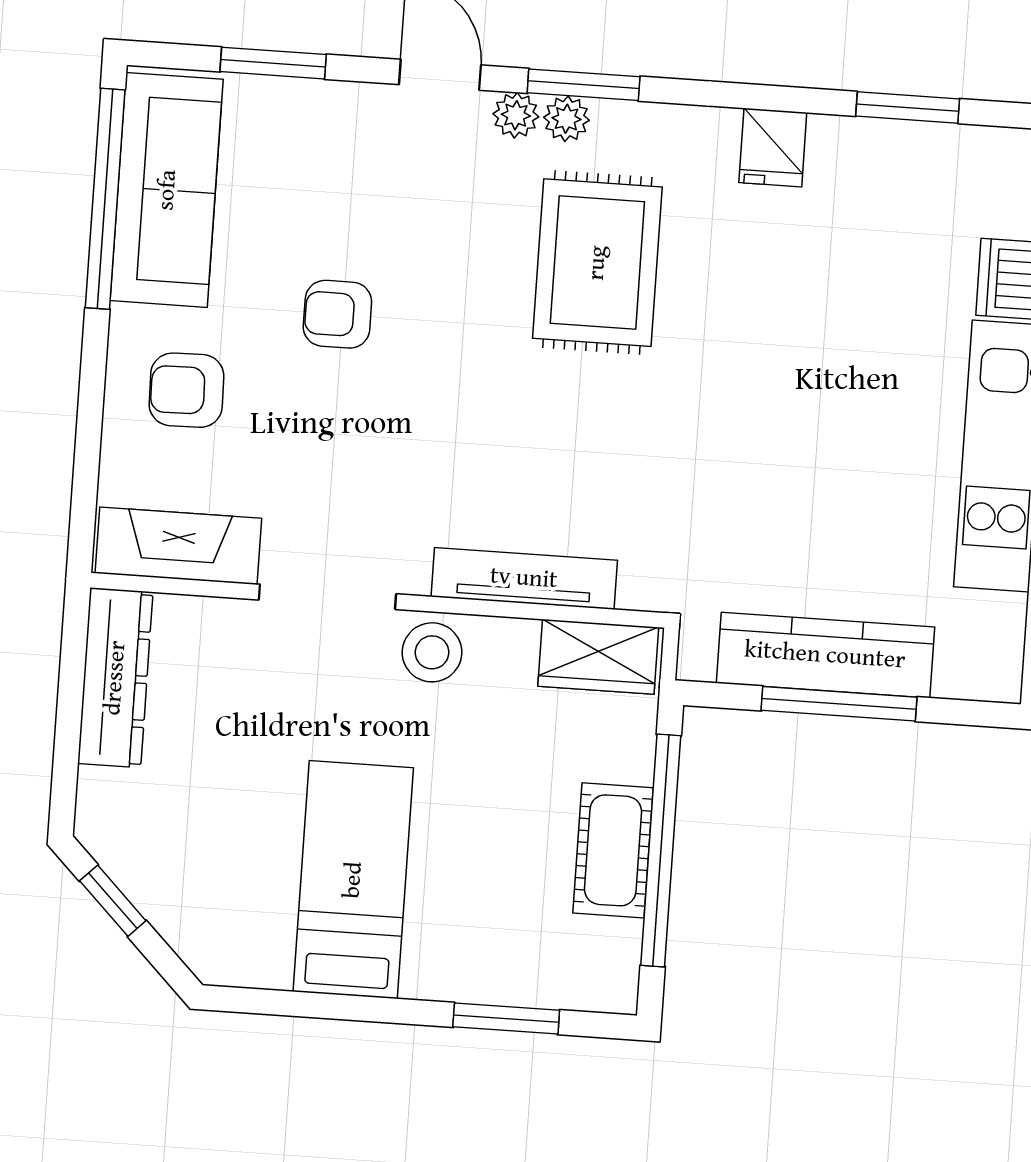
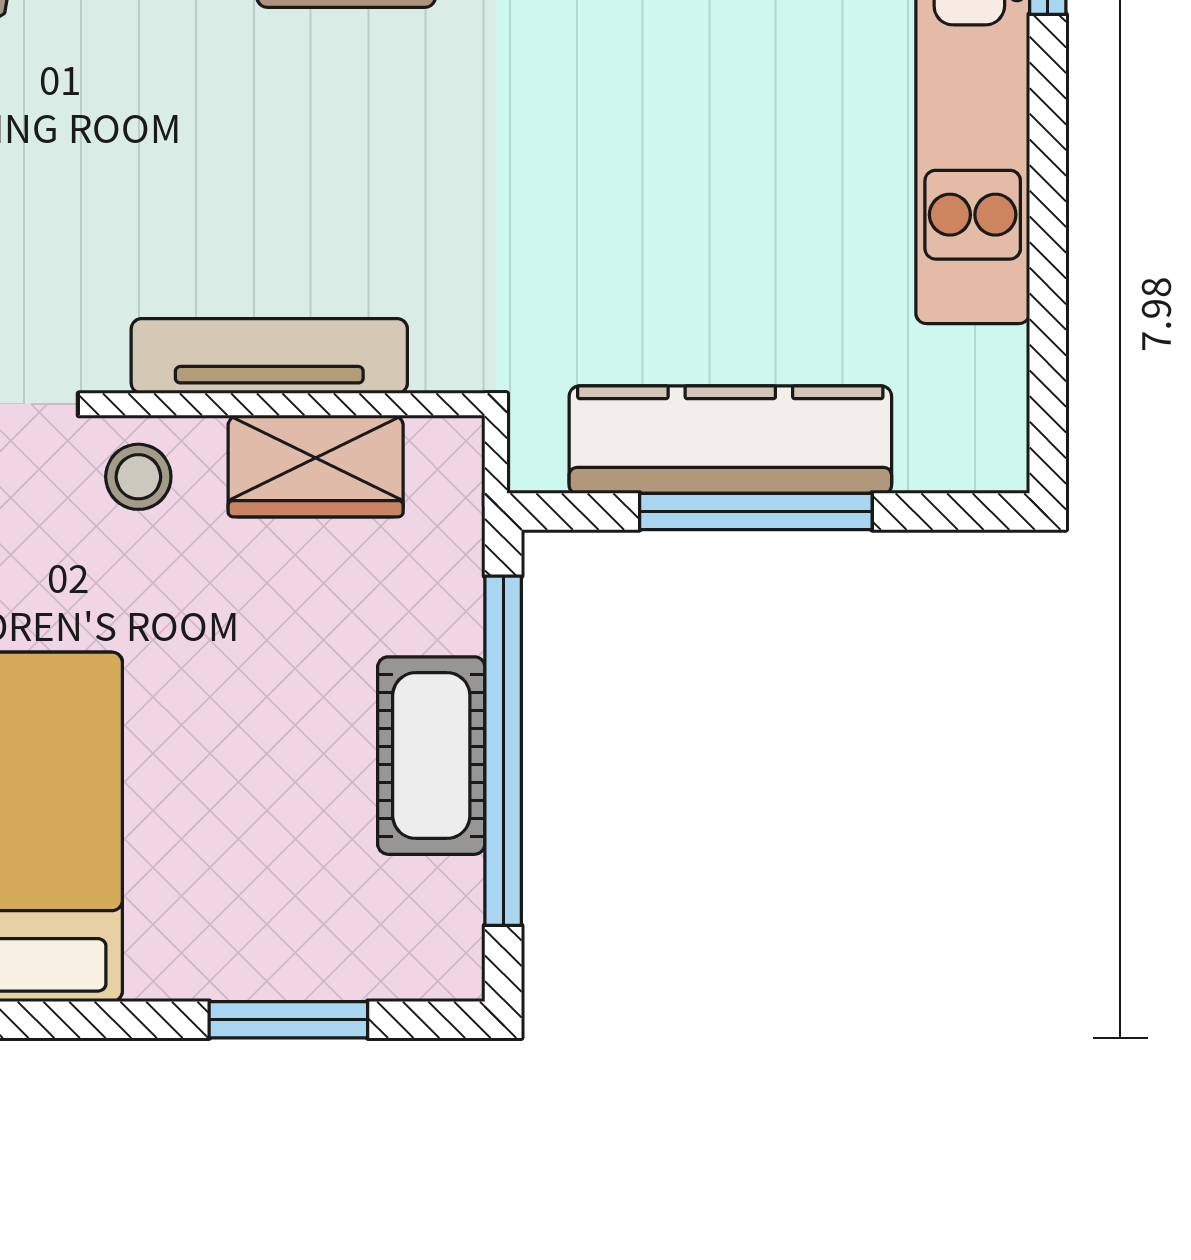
stool: (432, 652) -> (138, 477), width x0.73, depth x0.73
wardrobe: (598, 657) -> (316, 466), moved

